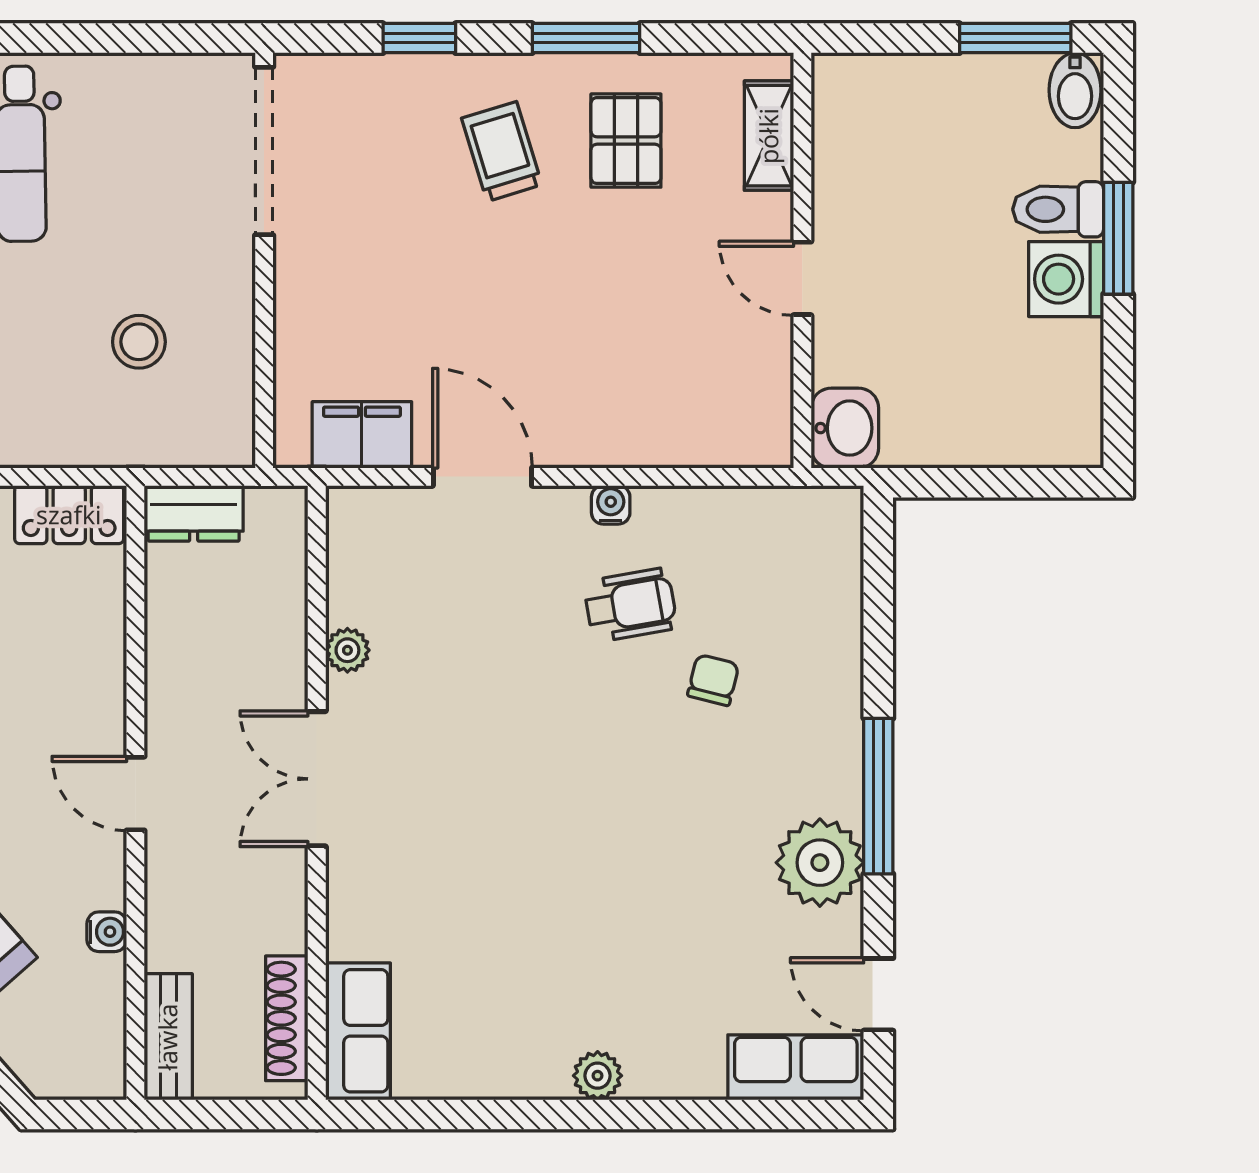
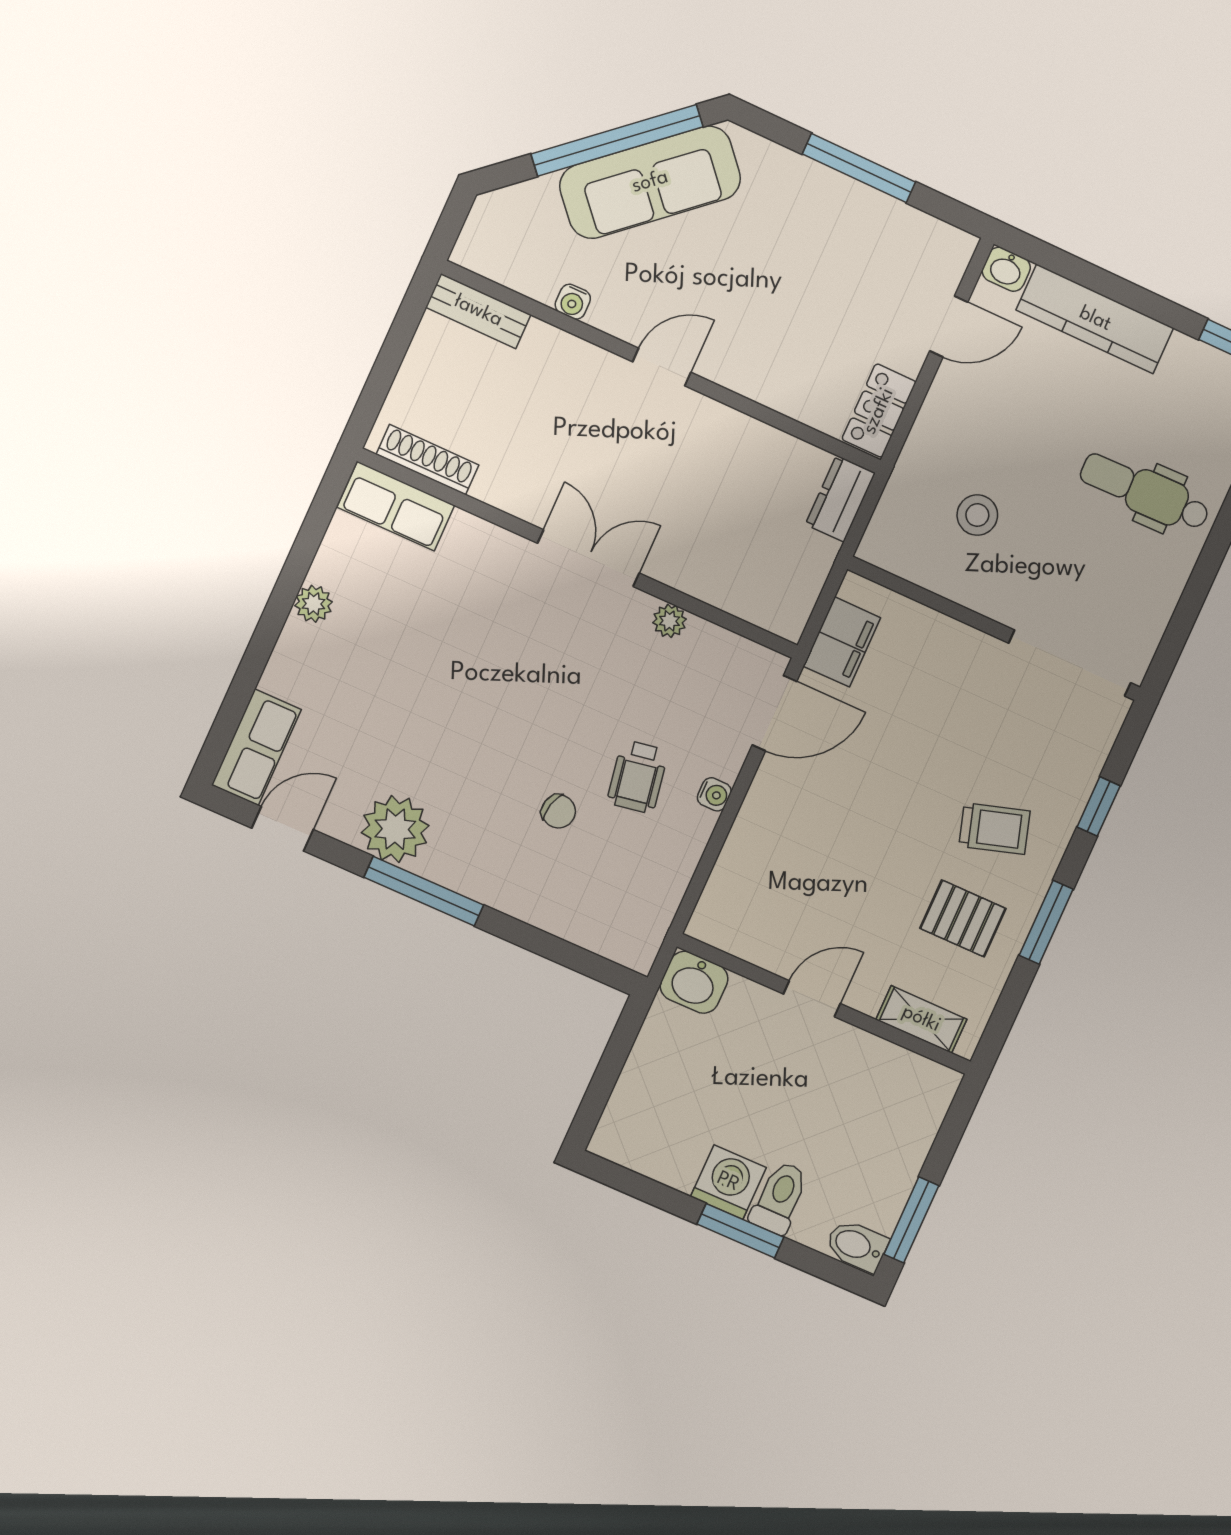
plant: (347, 650) -> (669, 621), moved
double door: (317, 779) -> (588, 558), moved
wall: (317, 793) -> (579, 554), moved
shoe rack: (287, 1018) -> (427, 460), moved
row of seats: (358, 1031) -> (396, 506), moved

